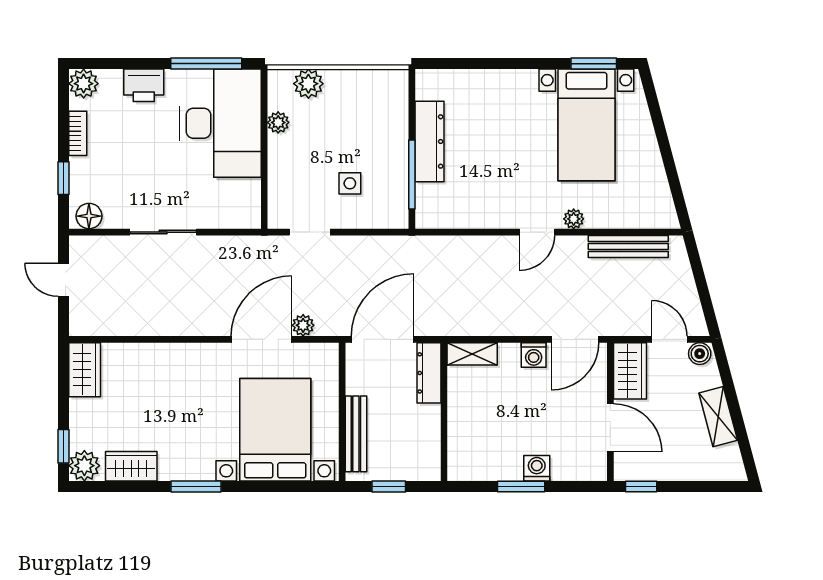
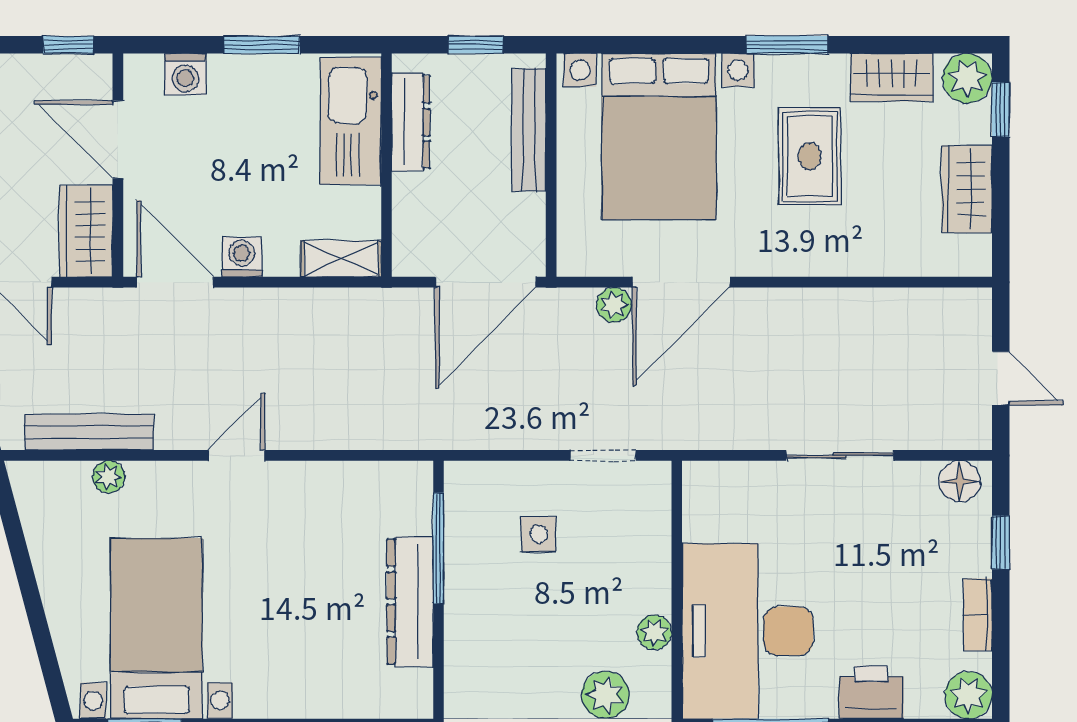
plant: (574, 219) -> (109, 477), moved
door: (575, 339) -> (175, 282), hinge flipped
wardrobe: (85, 370) -> (967, 189), moved
dresser: (429, 373) -> (411, 122), moved
rug: (182, 417) -> (810, 156), added
kitchen sink: (466, 439) -> (351, 121), added
washing machine: (537, 468) -> (185, 74), moved

